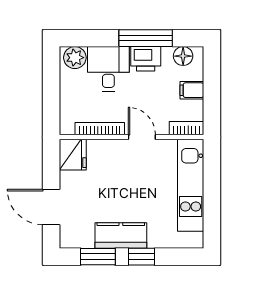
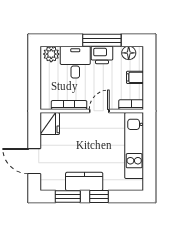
door: (142, 137) -> (99, 111), hinge flipped

